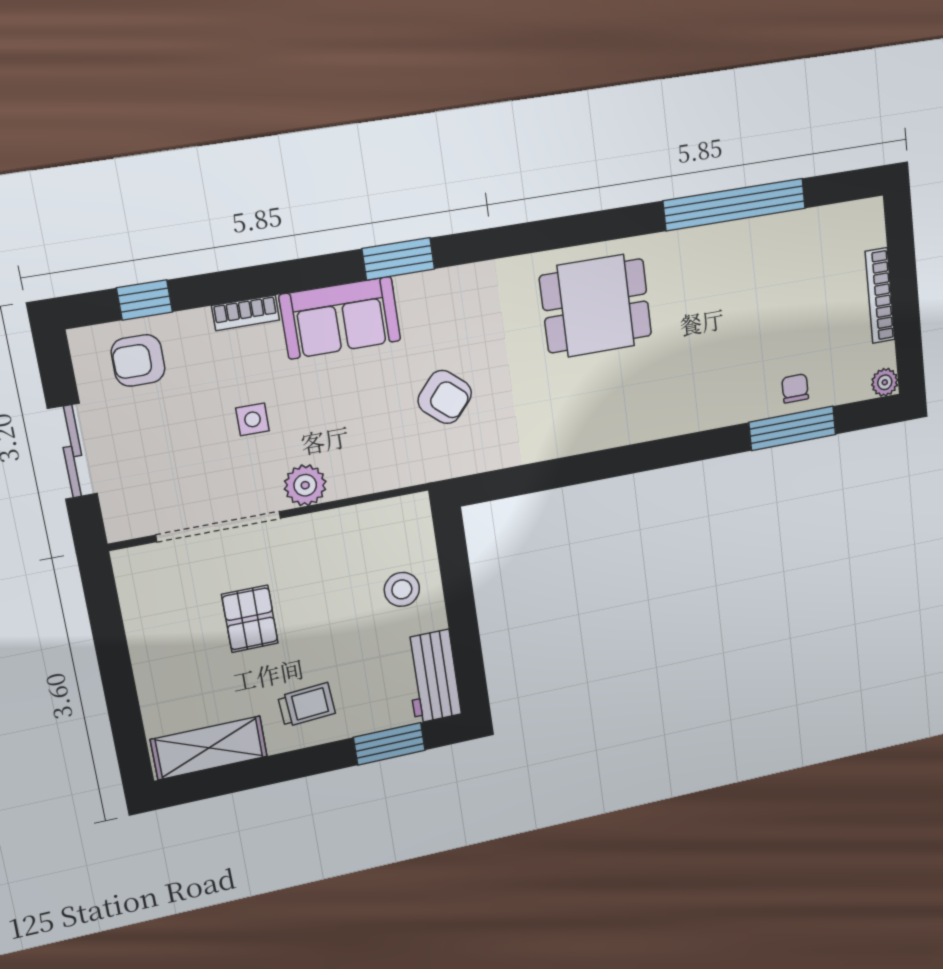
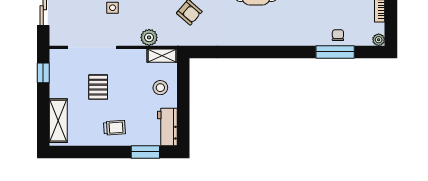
plant: (305, 485) -> (149, 37), moved
shelving: (394, 513) -> (162, 56), added
window: (105, 613) -> (43, 73), added
shelving: (209, 748) -> (58, 121), moved, turned 90

